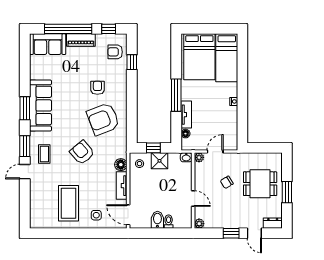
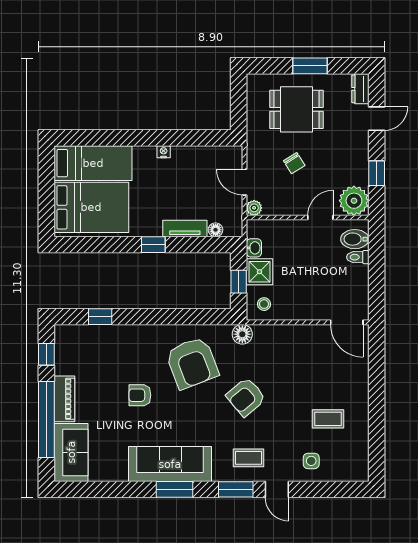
armchair: (115, 52) -> (83, 343), removed
armchair: (97, 88) -> (140, 395), moved
window: (176, 95) -> (153, 245), width x0.46
washbasin: (186, 157) -> (254, 248), moved
floor lamp: (121, 165) -> (242, 334), moved
dining table: (260, 184) -> (297, 109), turned 90
tv unit: (122, 186) -> (299, 333), removed
coffee table: (69, 203) -> (328, 419), width x0.54, depth x0.58
side table: (96, 215) -> (311, 461), moved
door: (128, 215) -> (347, 322), hinge flipped
bidet: (157, 220) -> (355, 239), moved
plant: (199, 224) -> (354, 201), width x1.87, depth x1.87
window: (231, 233) -> (377, 173), moved

